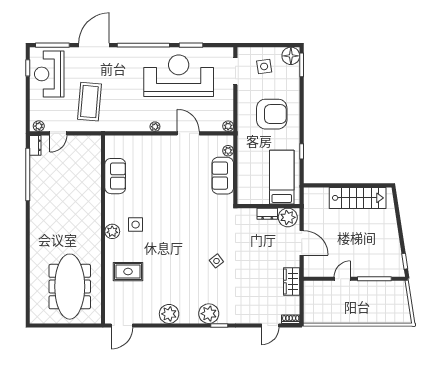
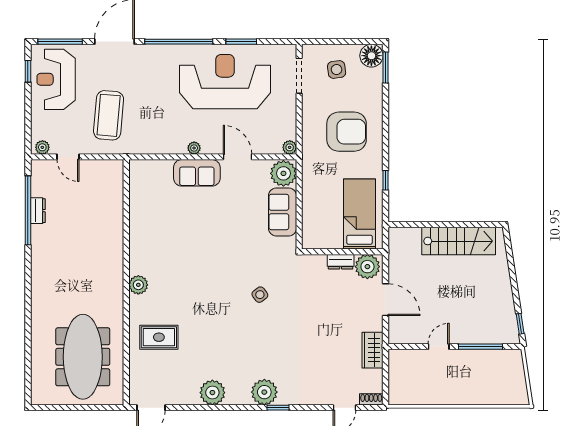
door: (58, 133) -> (68, 157), hinge flipped
dresser: (35, 145) -> (38, 211), moved
plant: (228, 151) -> (283, 173), width x1.87, depth x1.87
sofa: (115, 176) -> (197, 173), moved, turned 90
side table: (136, 225) -> (169, 276), removed
side table: (216, 261) -> (260, 295), moved

